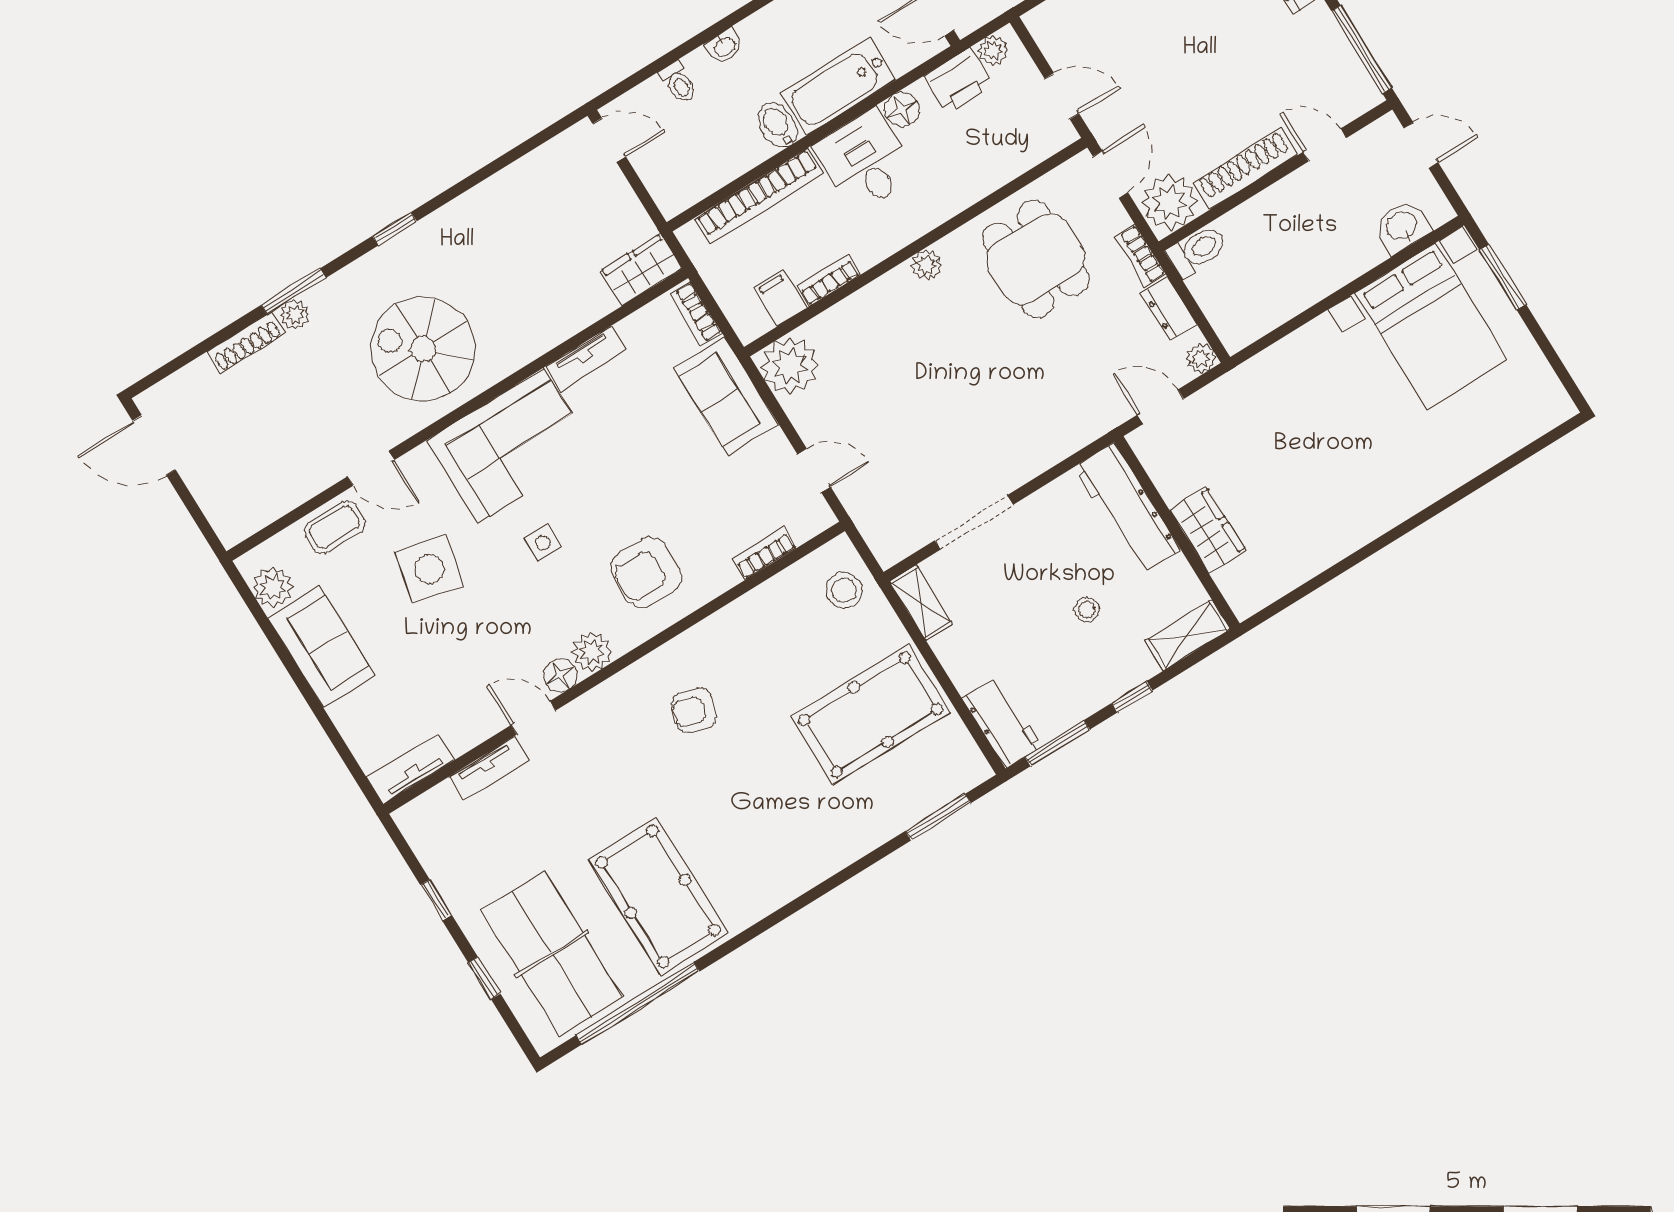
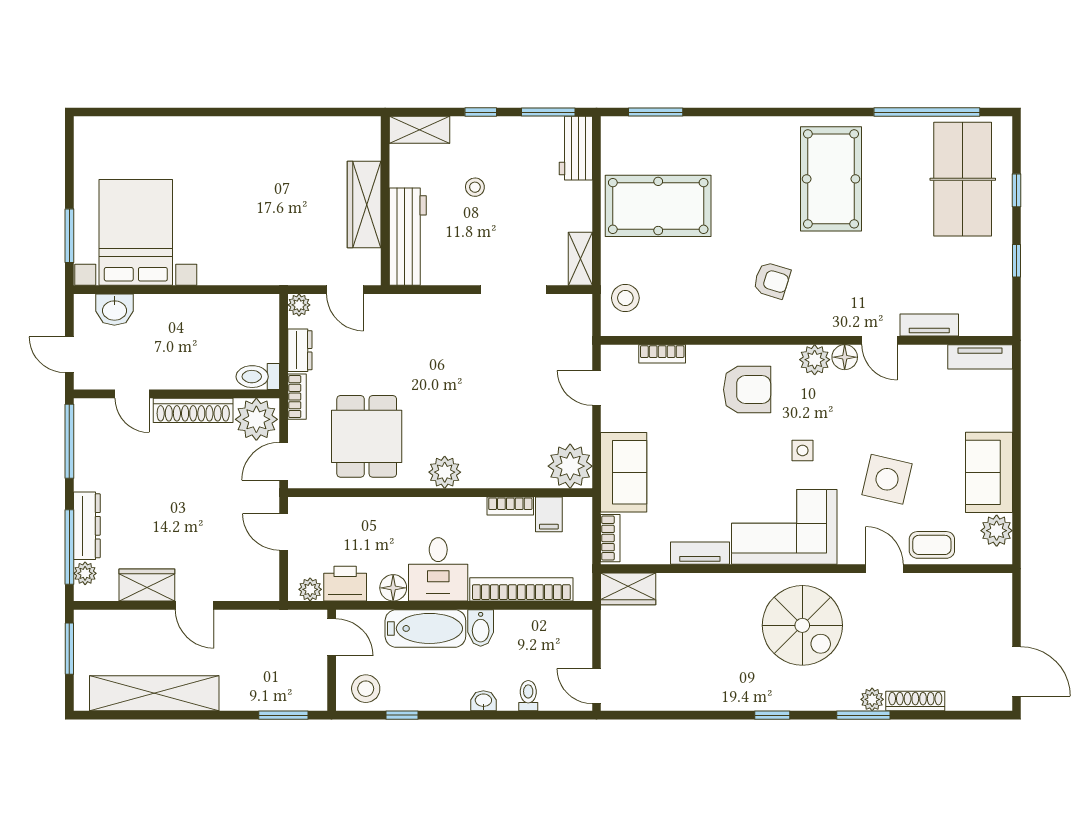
plant: (926, 265) -> (445, 472), width x1.38, depth x1.38
wardrobe: (1208, 530) -> (364, 204), width x1.50
pool table: (658, 896) -> (831, 179), moved

